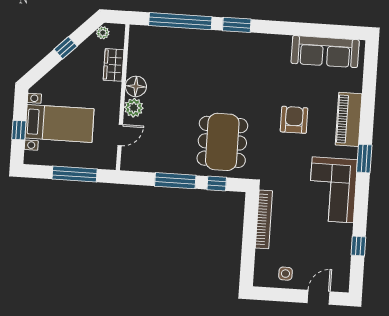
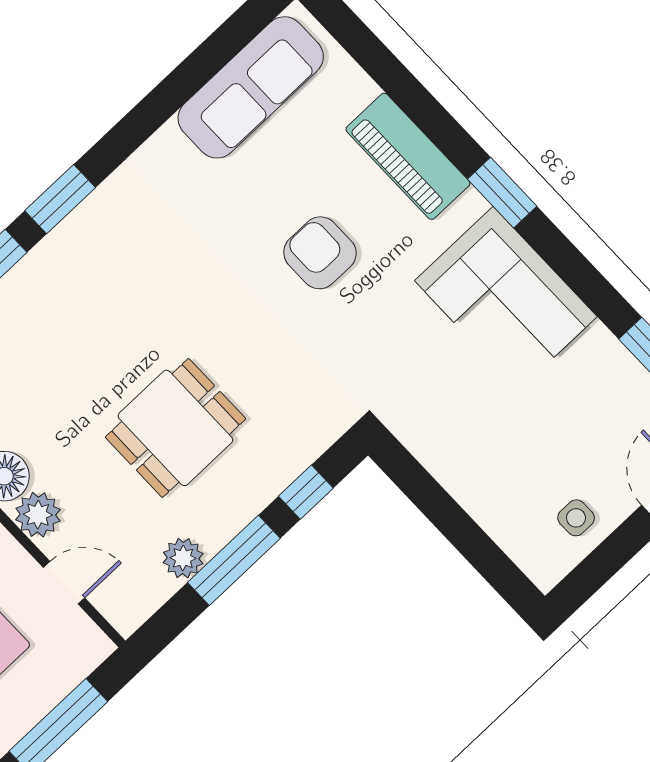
door: (120, 135) -> (64, 583), hinge flipped
dining table: (222, 142) -> (175, 428), moved, width x0.73
plant: (162, 165) -> (183, 558), added
bookcase: (264, 219) -> (445, 468), removed

